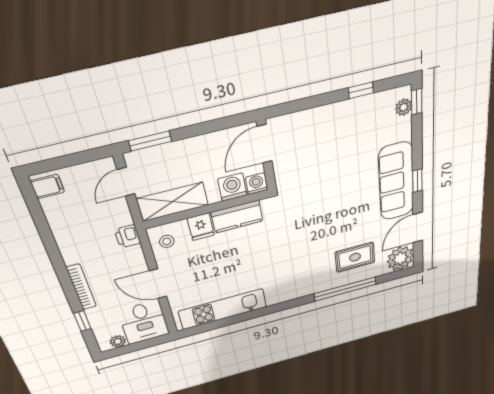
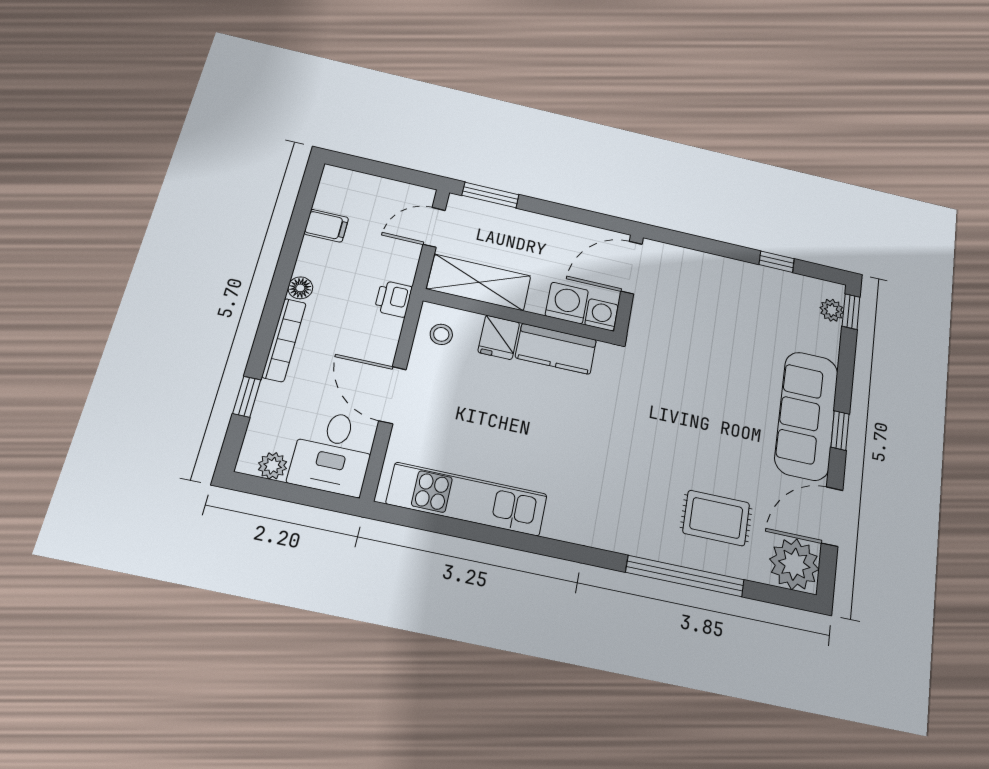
filing cabinet: (47, 186) -> (326, 226), moved
floor lamp: (70, 257) -> (300, 288), added

